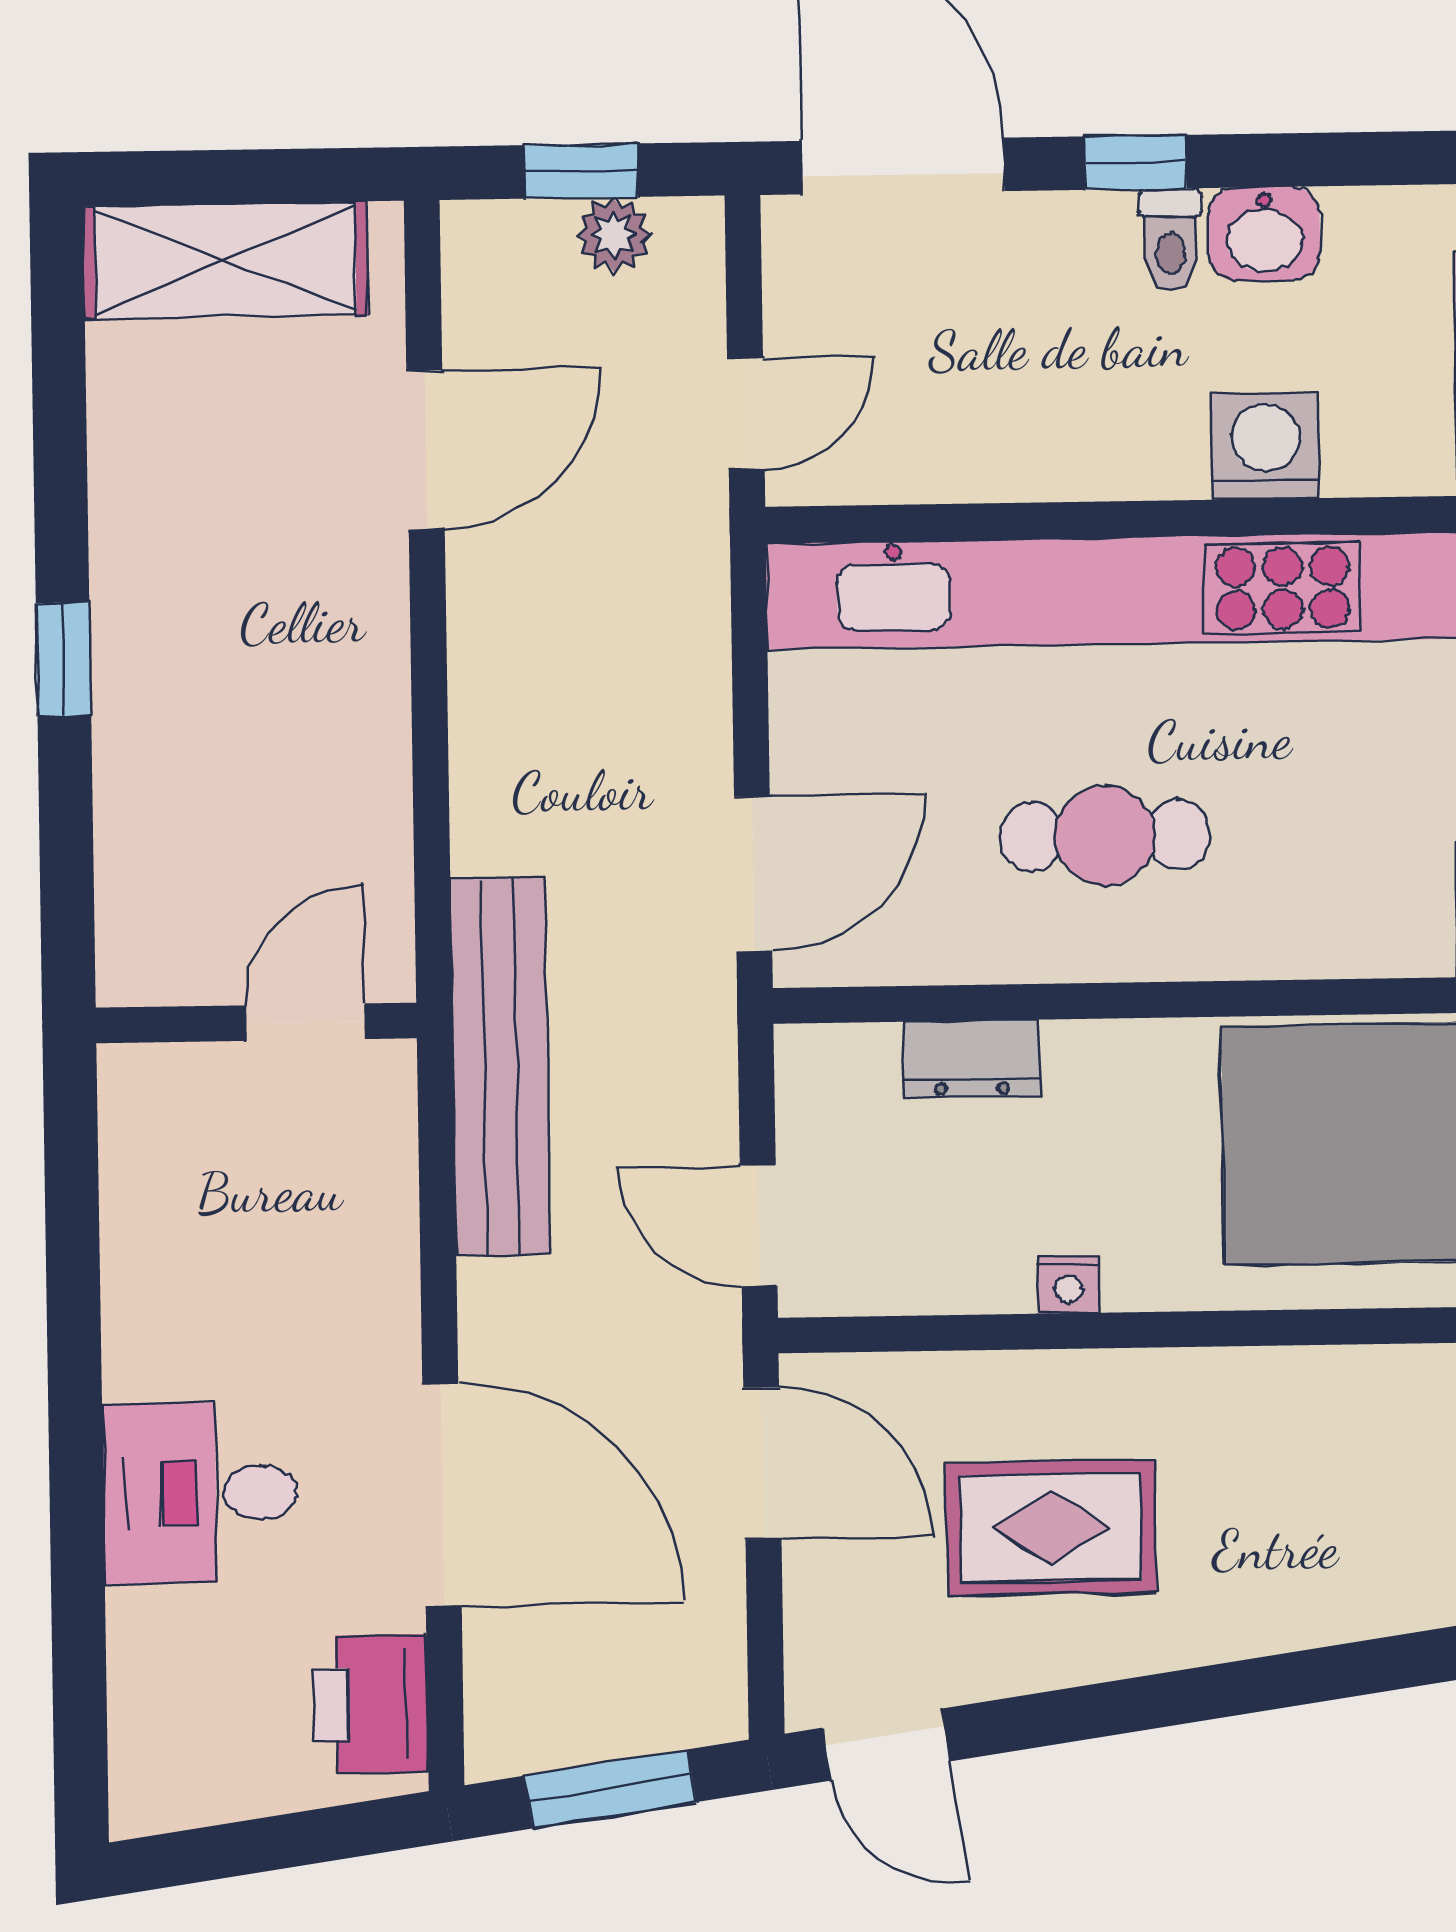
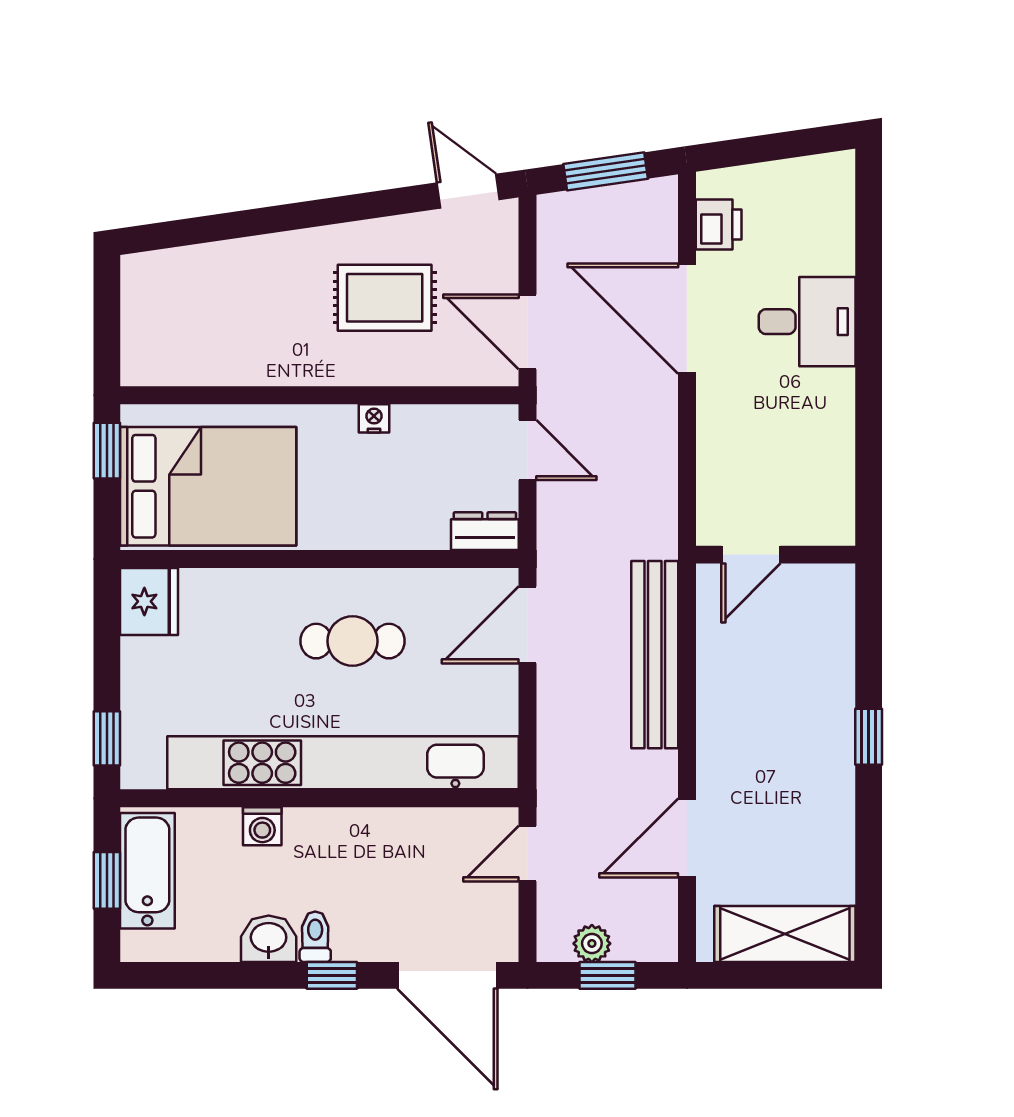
washing machine: (1266, 446) -> (262, 826), width x0.73, depth x0.73
dresser: (972, 1059) -> (485, 531), moved
bench: (500, 1066) -> (655, 655), moved
printer: (370, 1704) -> (719, 224), width x0.73, depth x0.81

